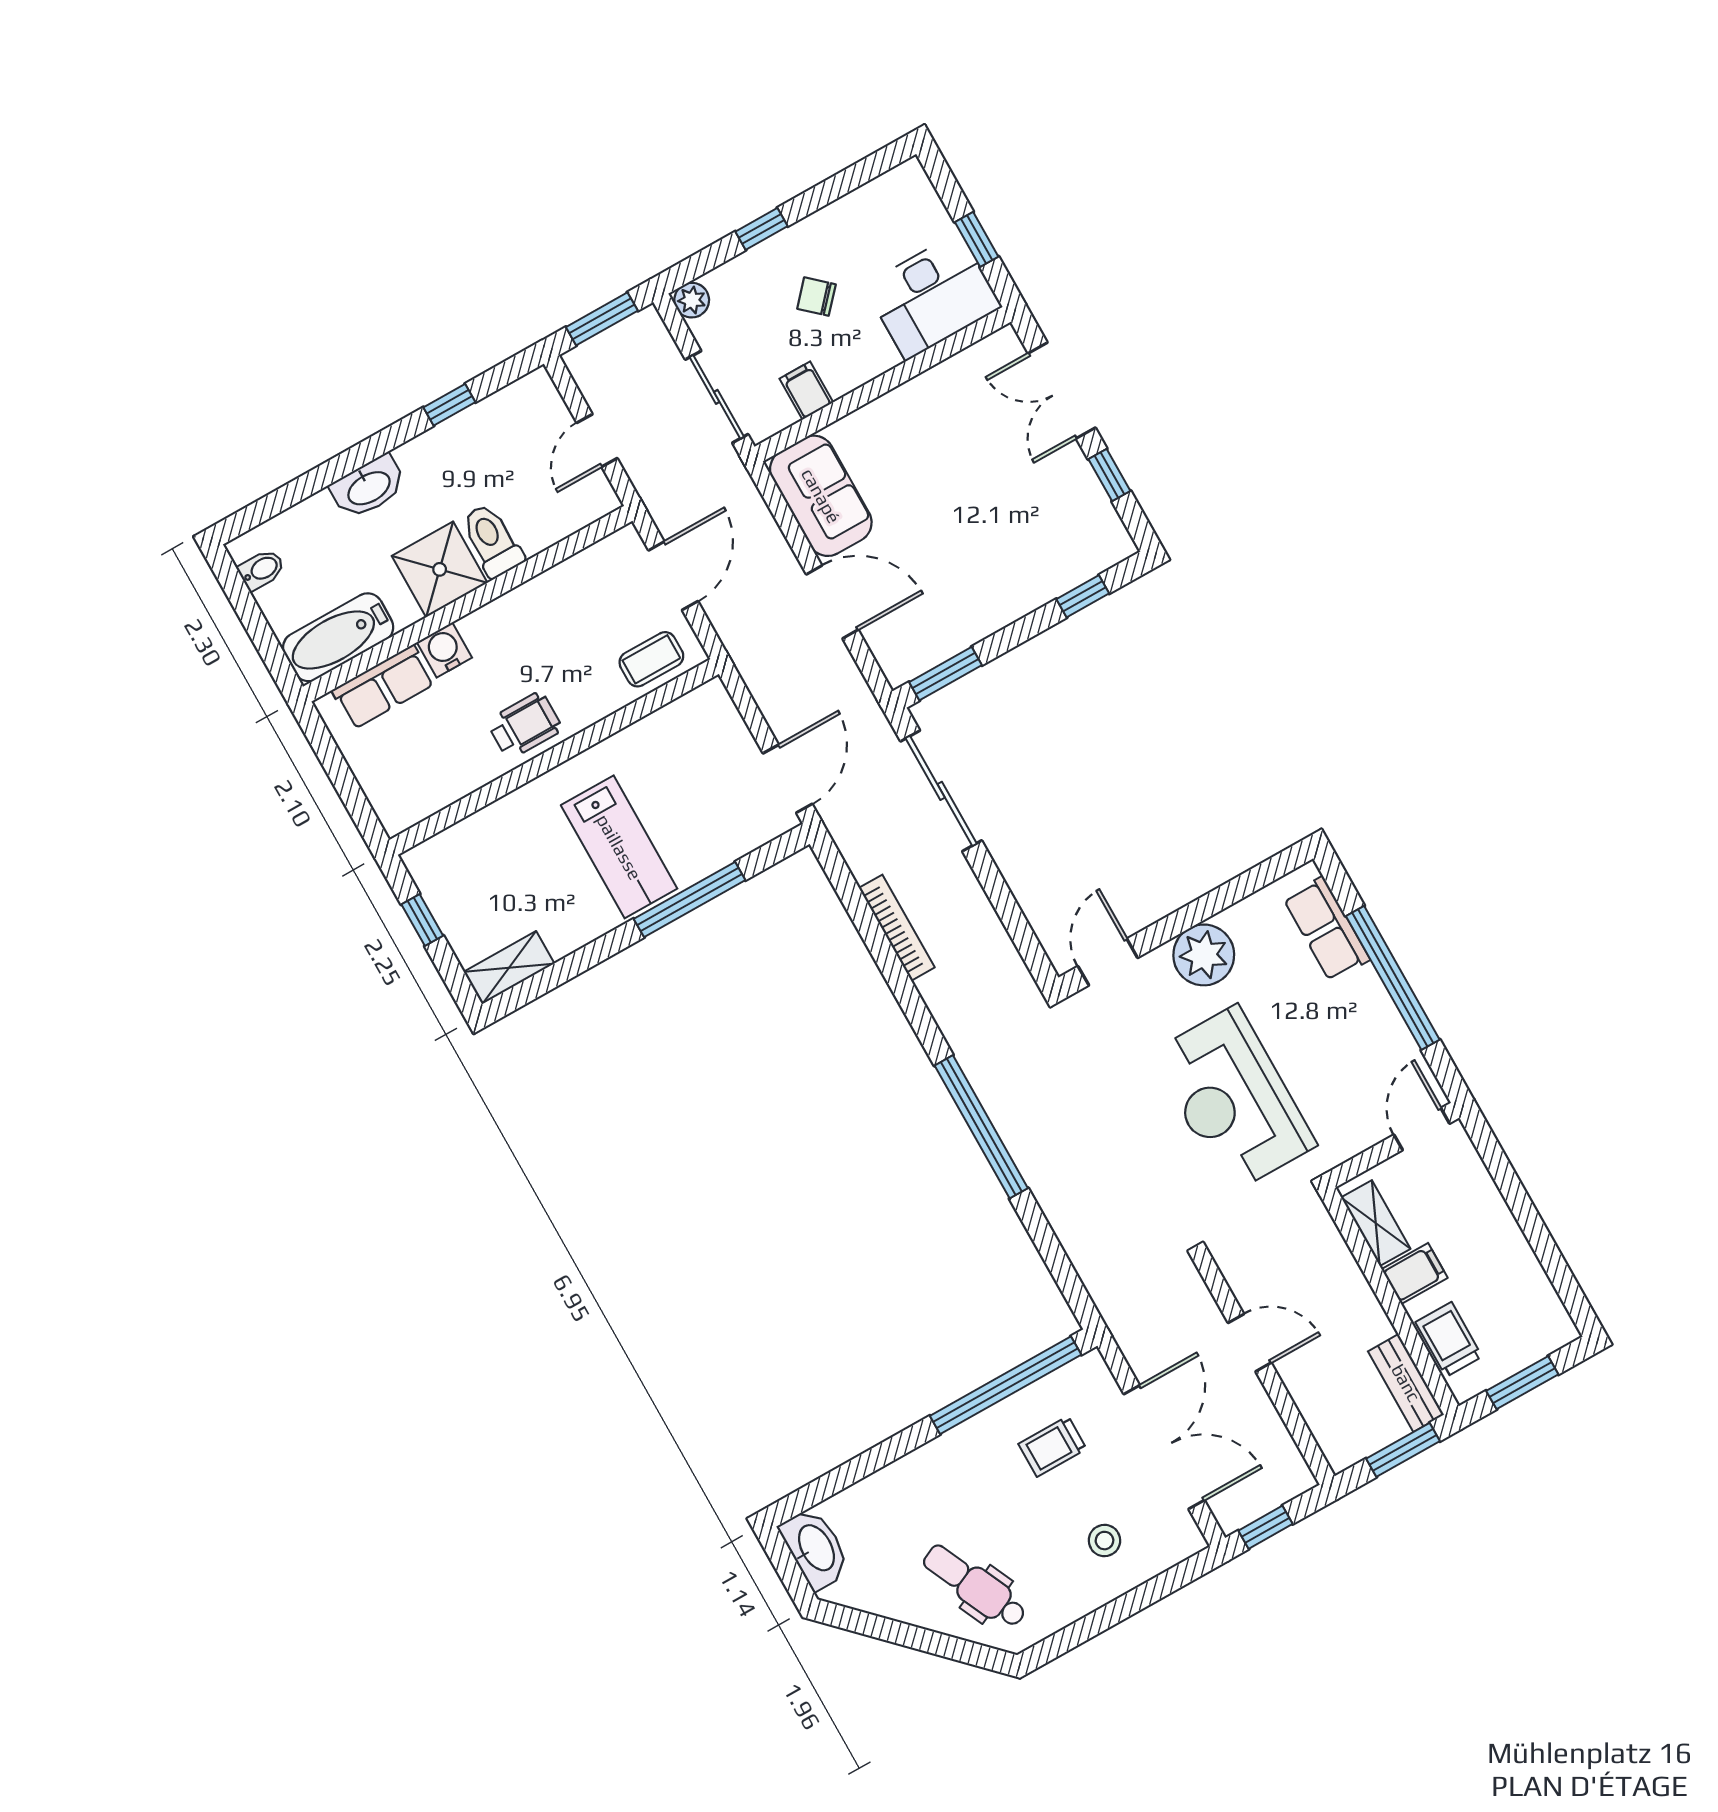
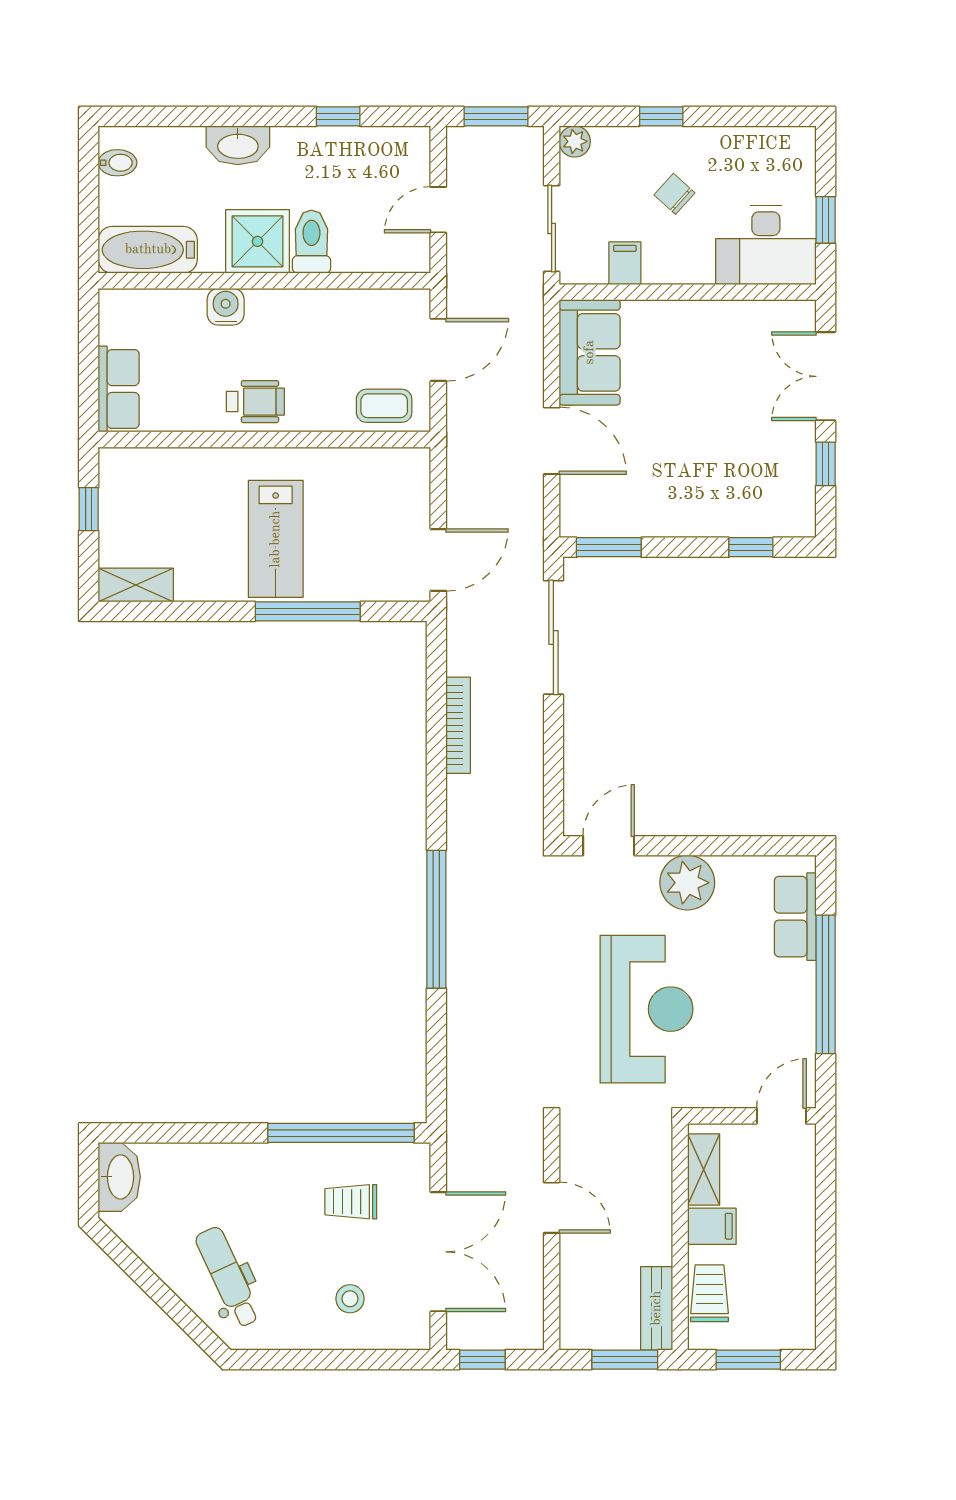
row of seats: (383, 687) -> (119, 389), moved, turned -90
reception desk: (1233, 1099) -> (647, 1009), turned 180

